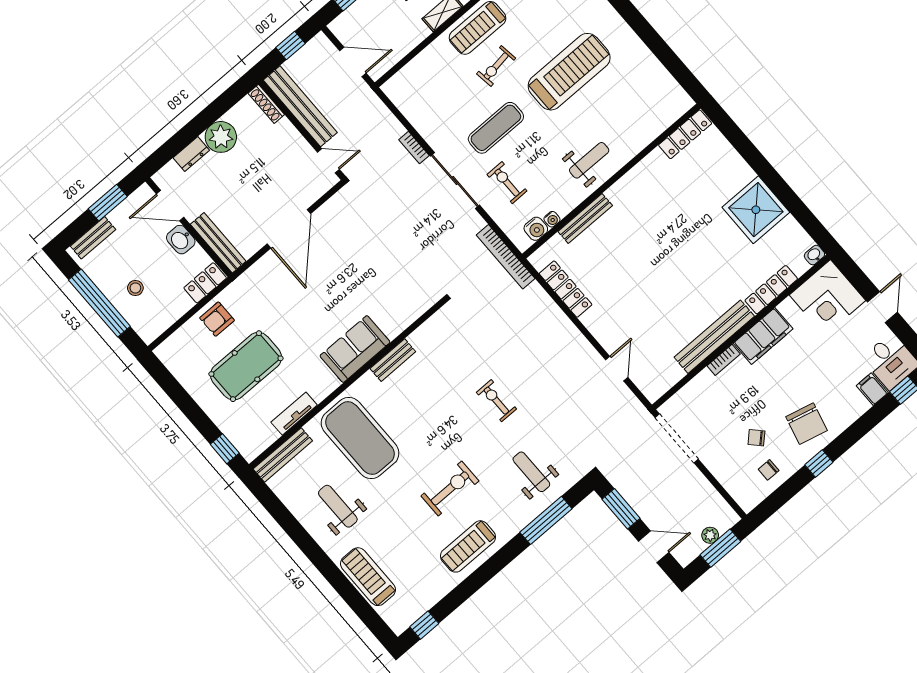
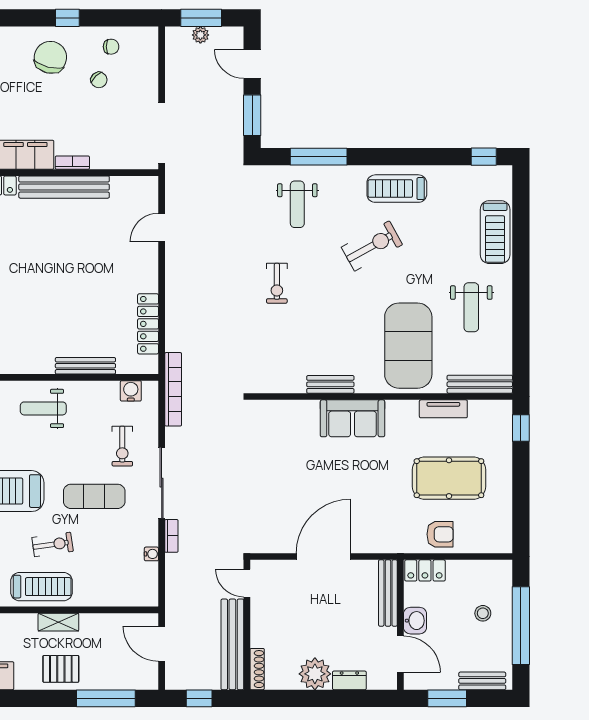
water cooler: (552, 219) -> (151, 554), moved, turned 90
exercise bike: (450, 488) -> (372, 246), turned 151
treadmill: (468, 546) -> (397, 189), turned 180

